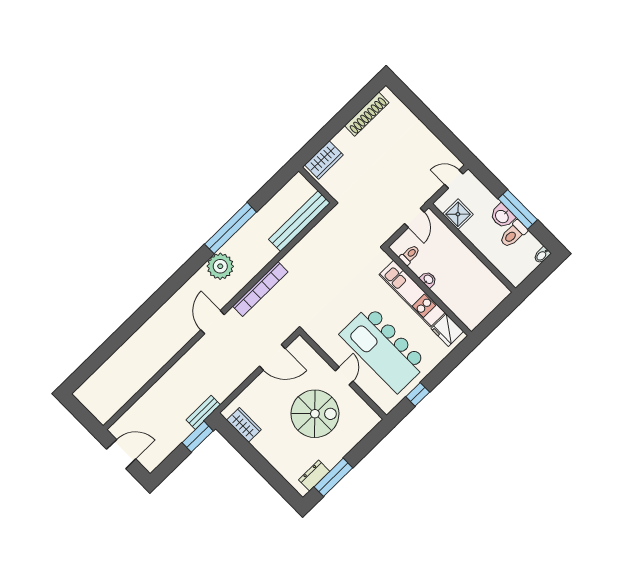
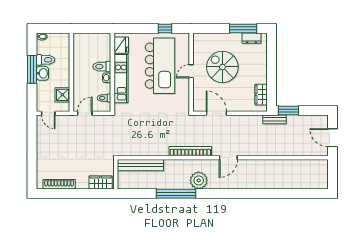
toilet: (445, 286) -> (102, 67), added

